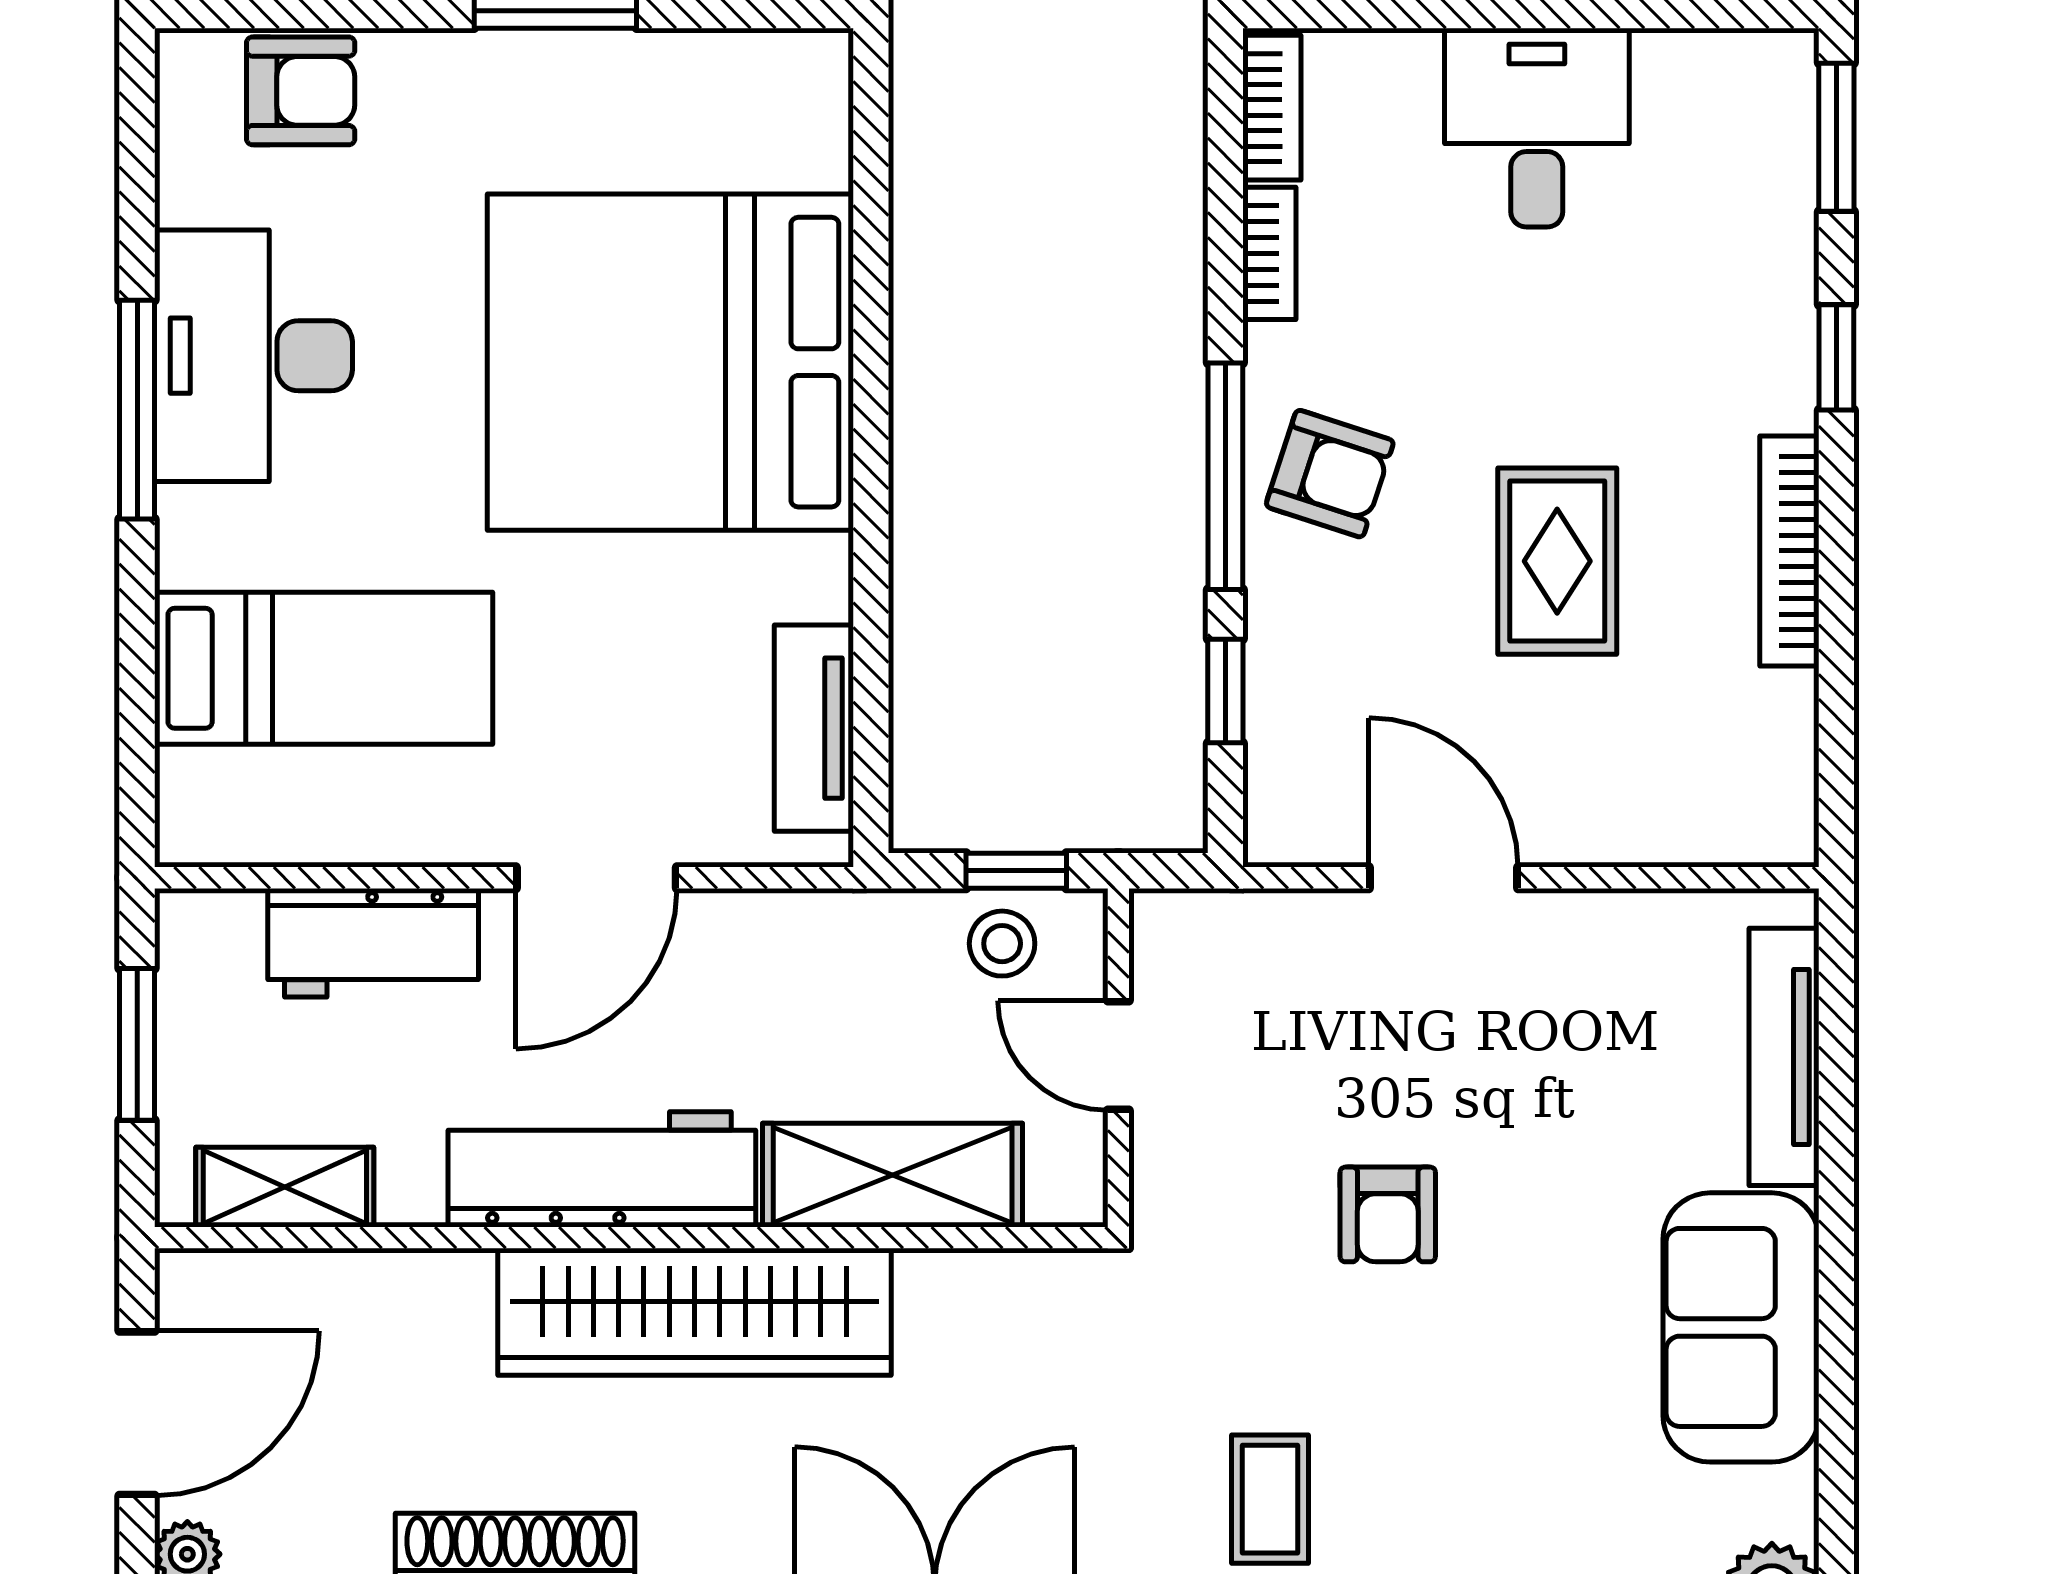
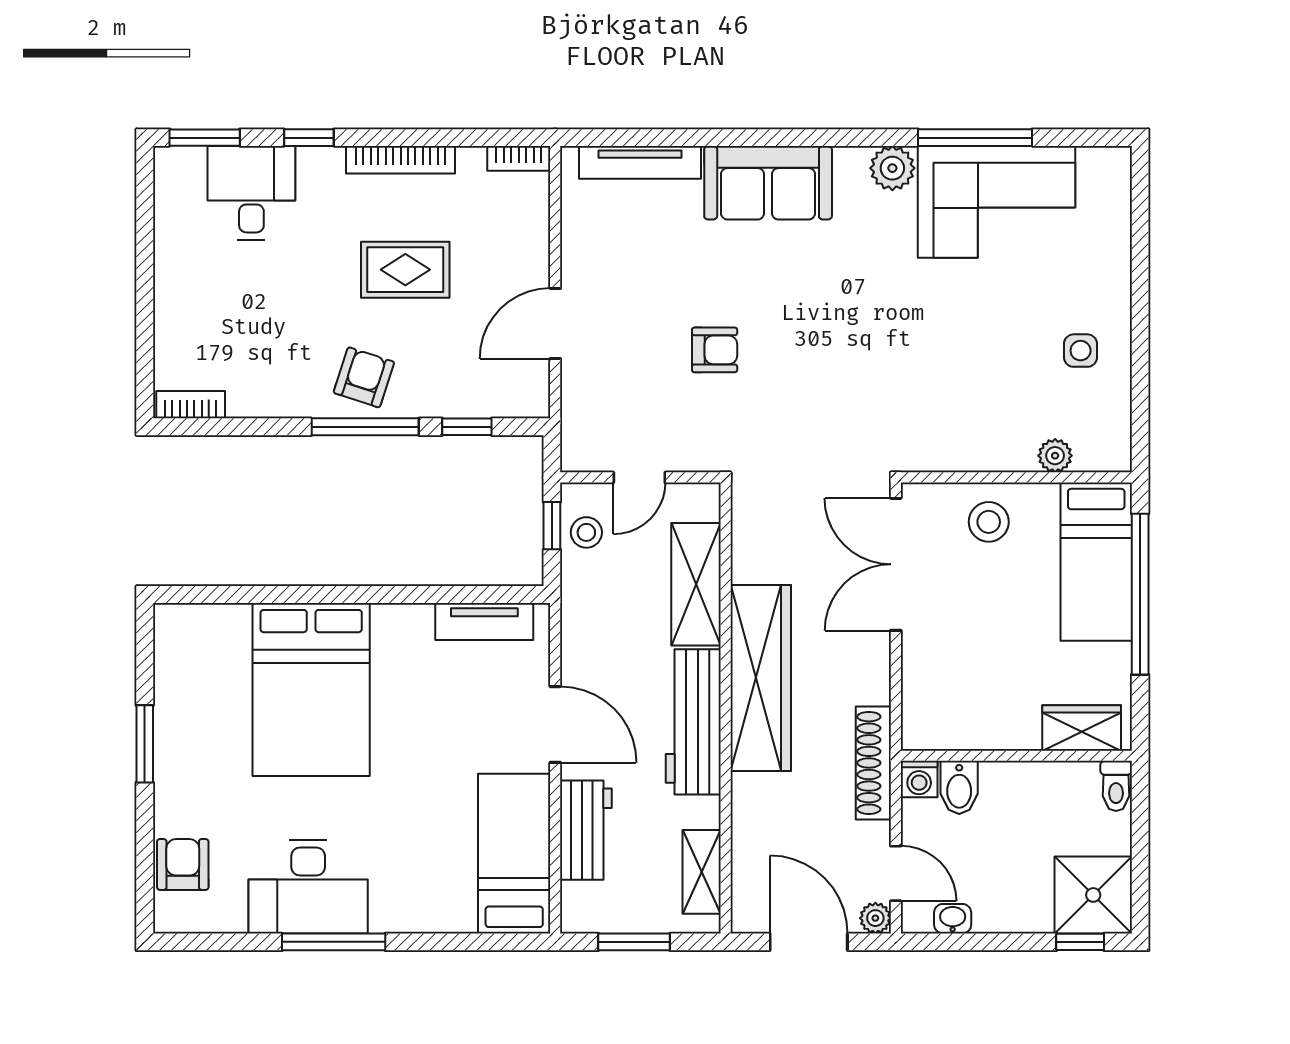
desk: (1537, 128) -> (251, 193), moved, turned 90
bookcase: (1269, 253) -> (519, 158), moved, turned 180
bed: (670, 362) -> (311, 689), width x0.73
bed: (324, 668) -> (514, 854), moved
coffee table: (1270, 1499) -> (849, 406), removed

